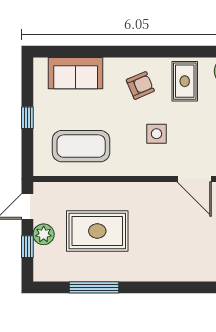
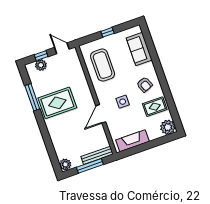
door: (194, 179) -> (101, 114), moved
rug: (97, 231) -> (57, 103), moved, turned 90
plant: (44, 234) -> (41, 65), moved

